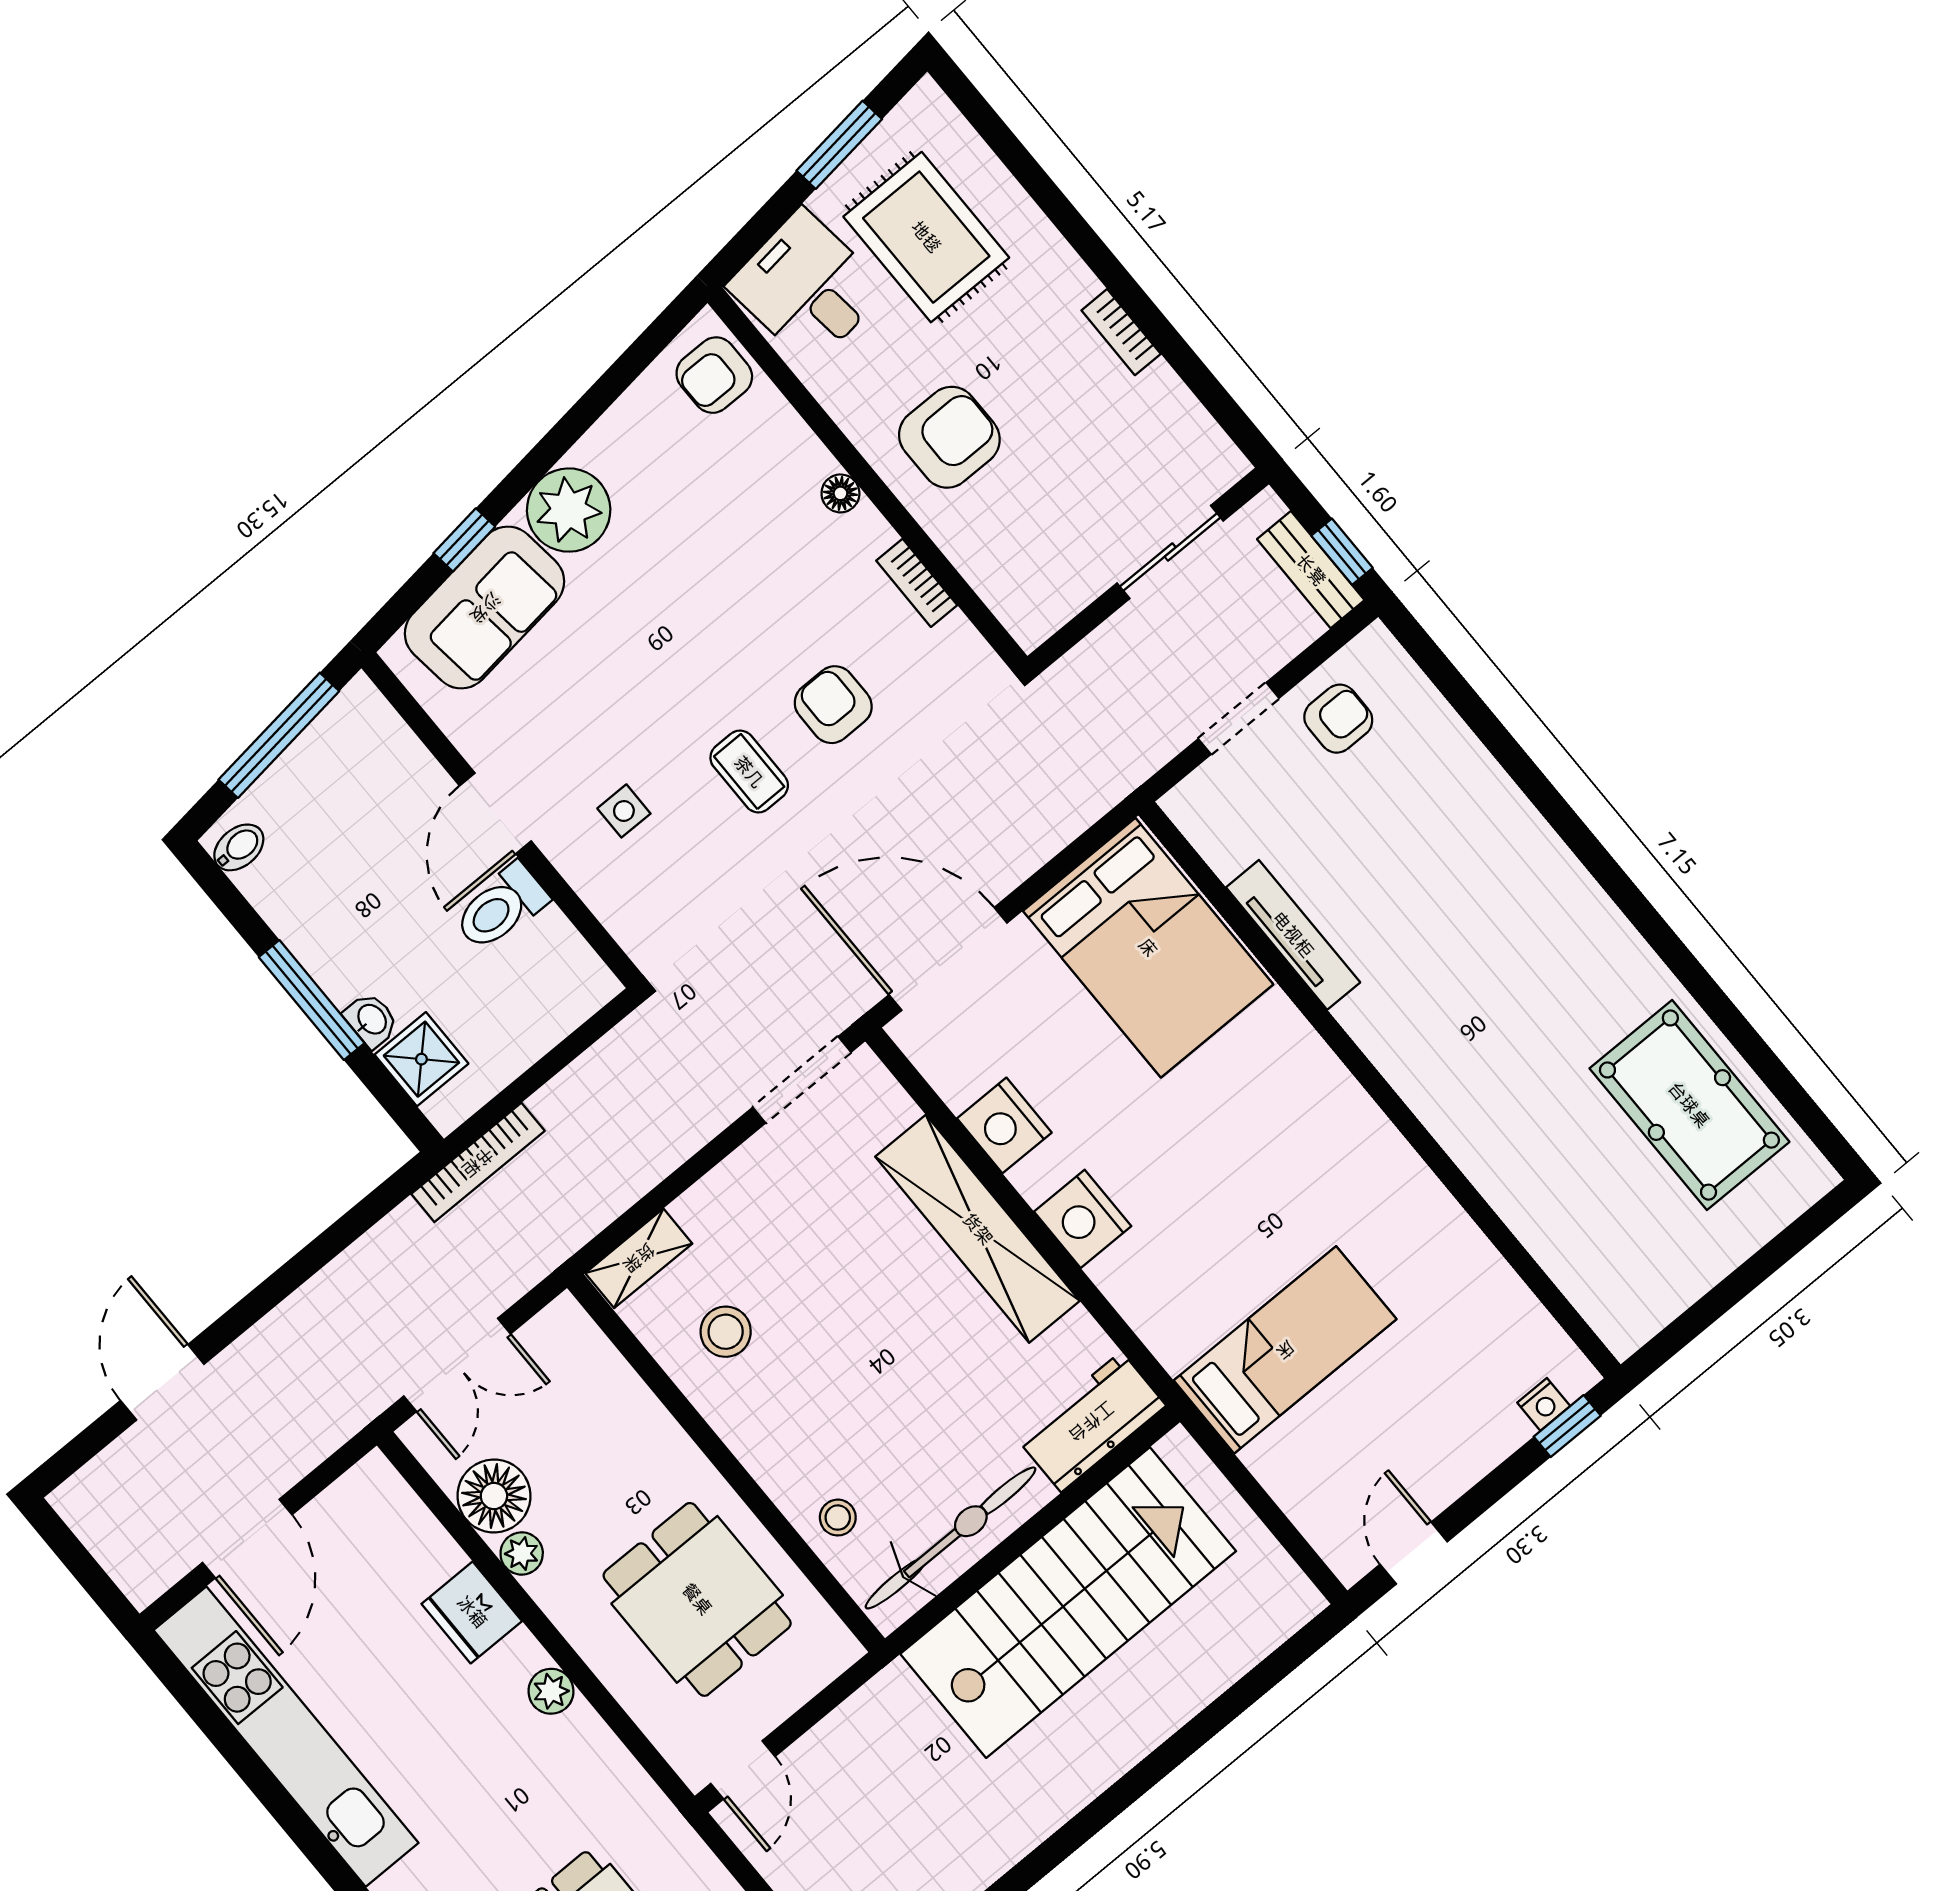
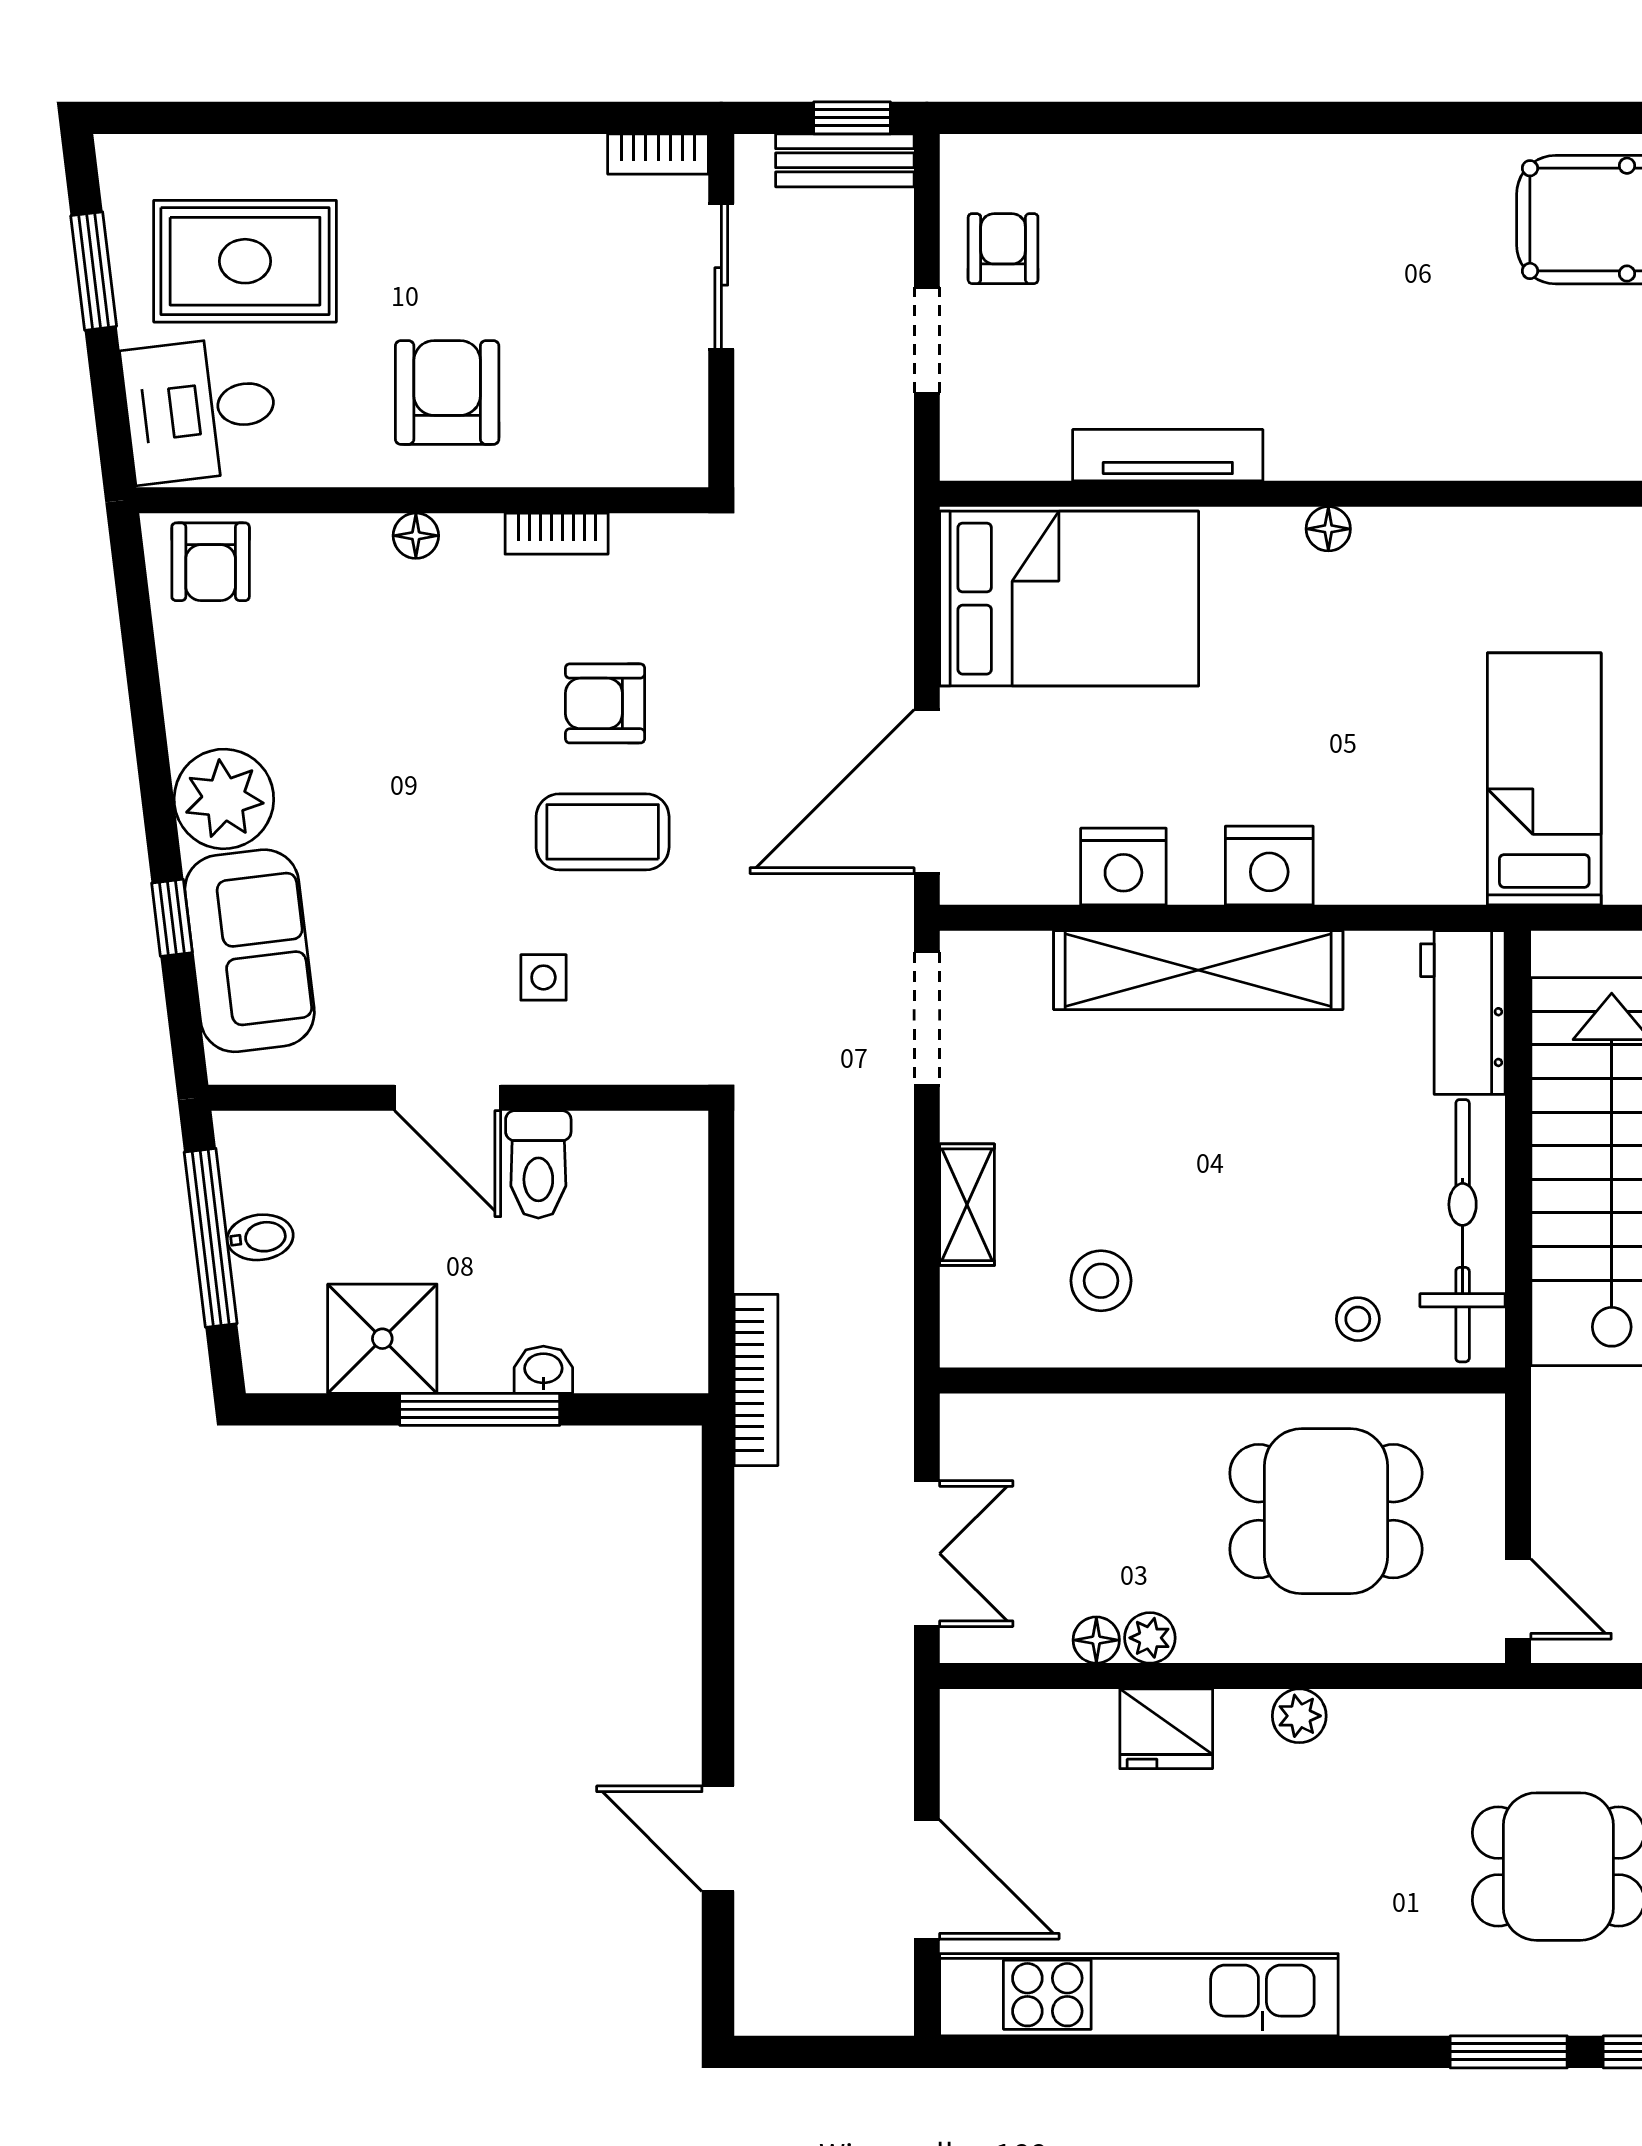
bookcase: (1121, 332) -> (658, 154), moved
coffee table: (749, 772) -> (603, 832), width x1.36, depth x1.30
bidet: (239, 847) -> (260, 1237), moved, turned 83
shower: (421, 1059) -> (382, 1339), moved, width x1.36, depth x1.36
floor lamp: (1331, 1077) -> (1328, 529), added
shelving: (639, 1258) -> (967, 1205), moved
floor lamp: (494, 1496) -> (1096, 1640), width x0.53, depth x0.53

